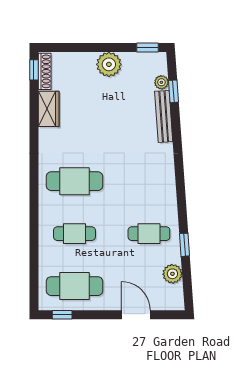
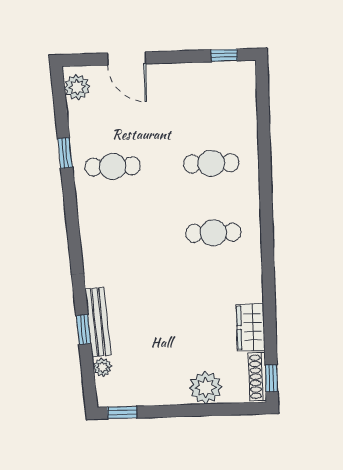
plant: (109, 64) -> (206, 388), moved
window: (174, 91) -> (83, 329), moved
cafe table: (74, 181) -> (213, 233), width x0.73, depth x0.74
plant: (172, 274) -> (77, 87), moved
cafe table: (74, 286) -> (209, 94), removed

